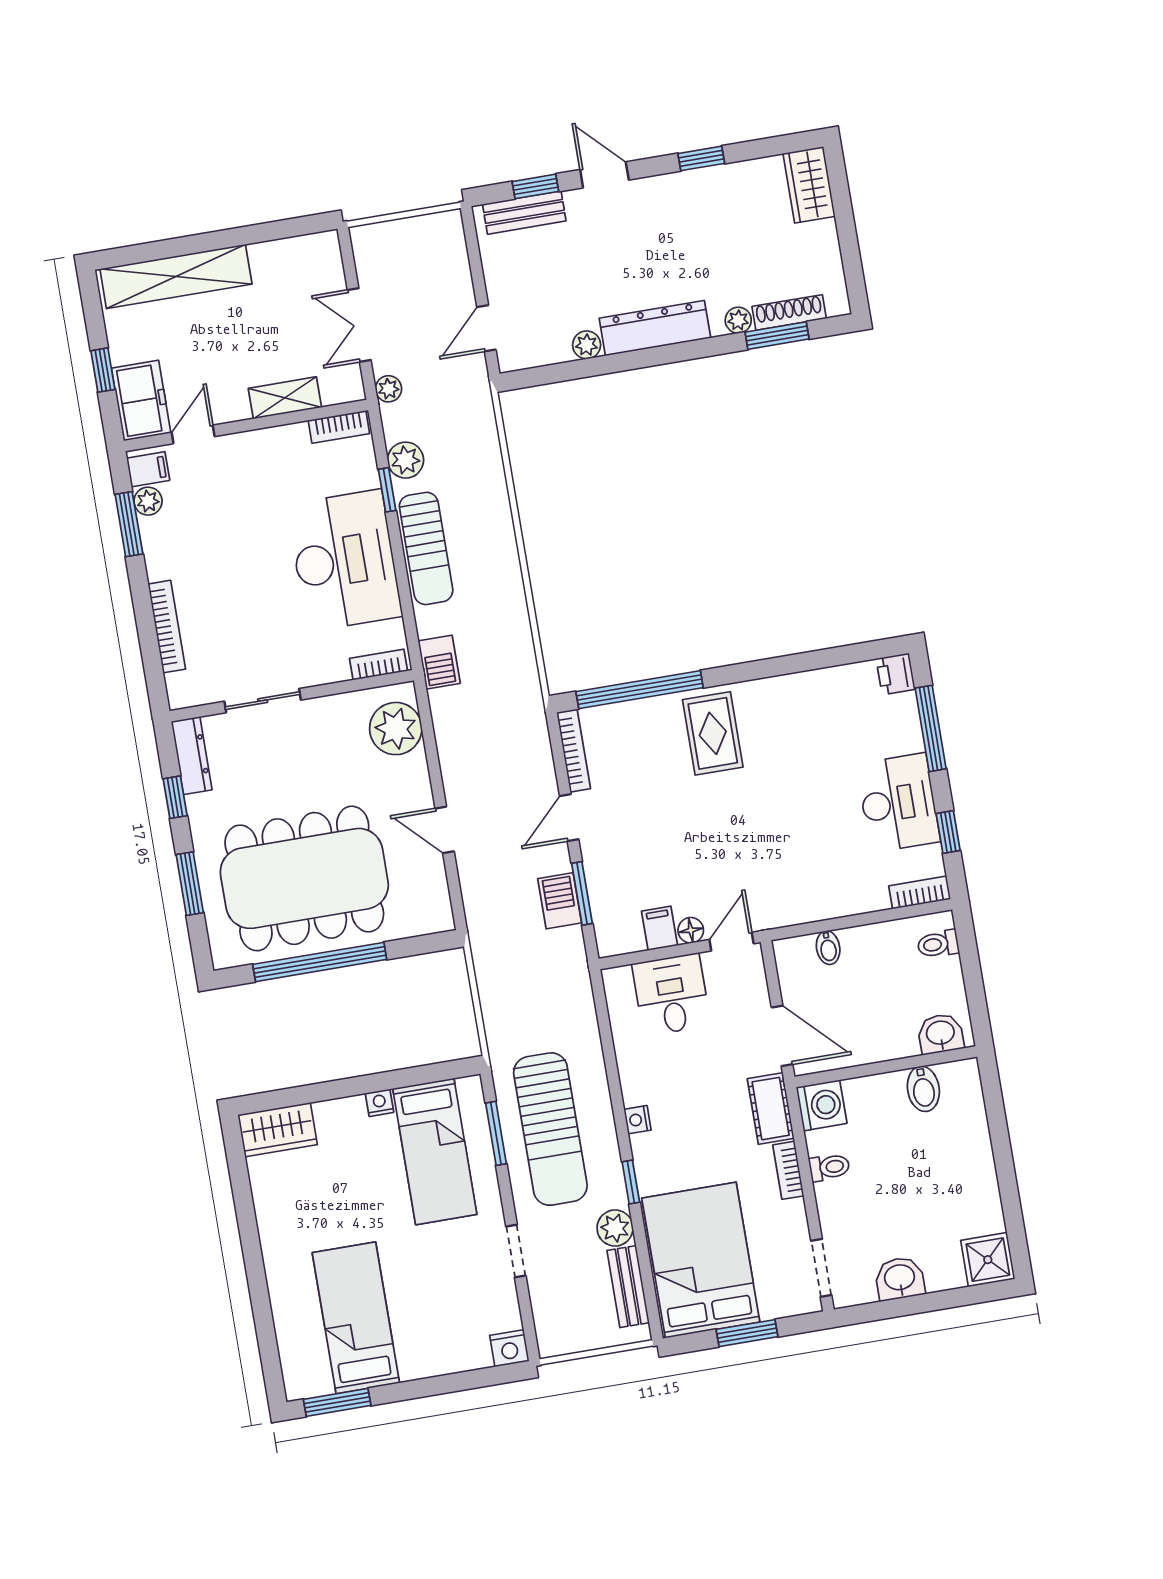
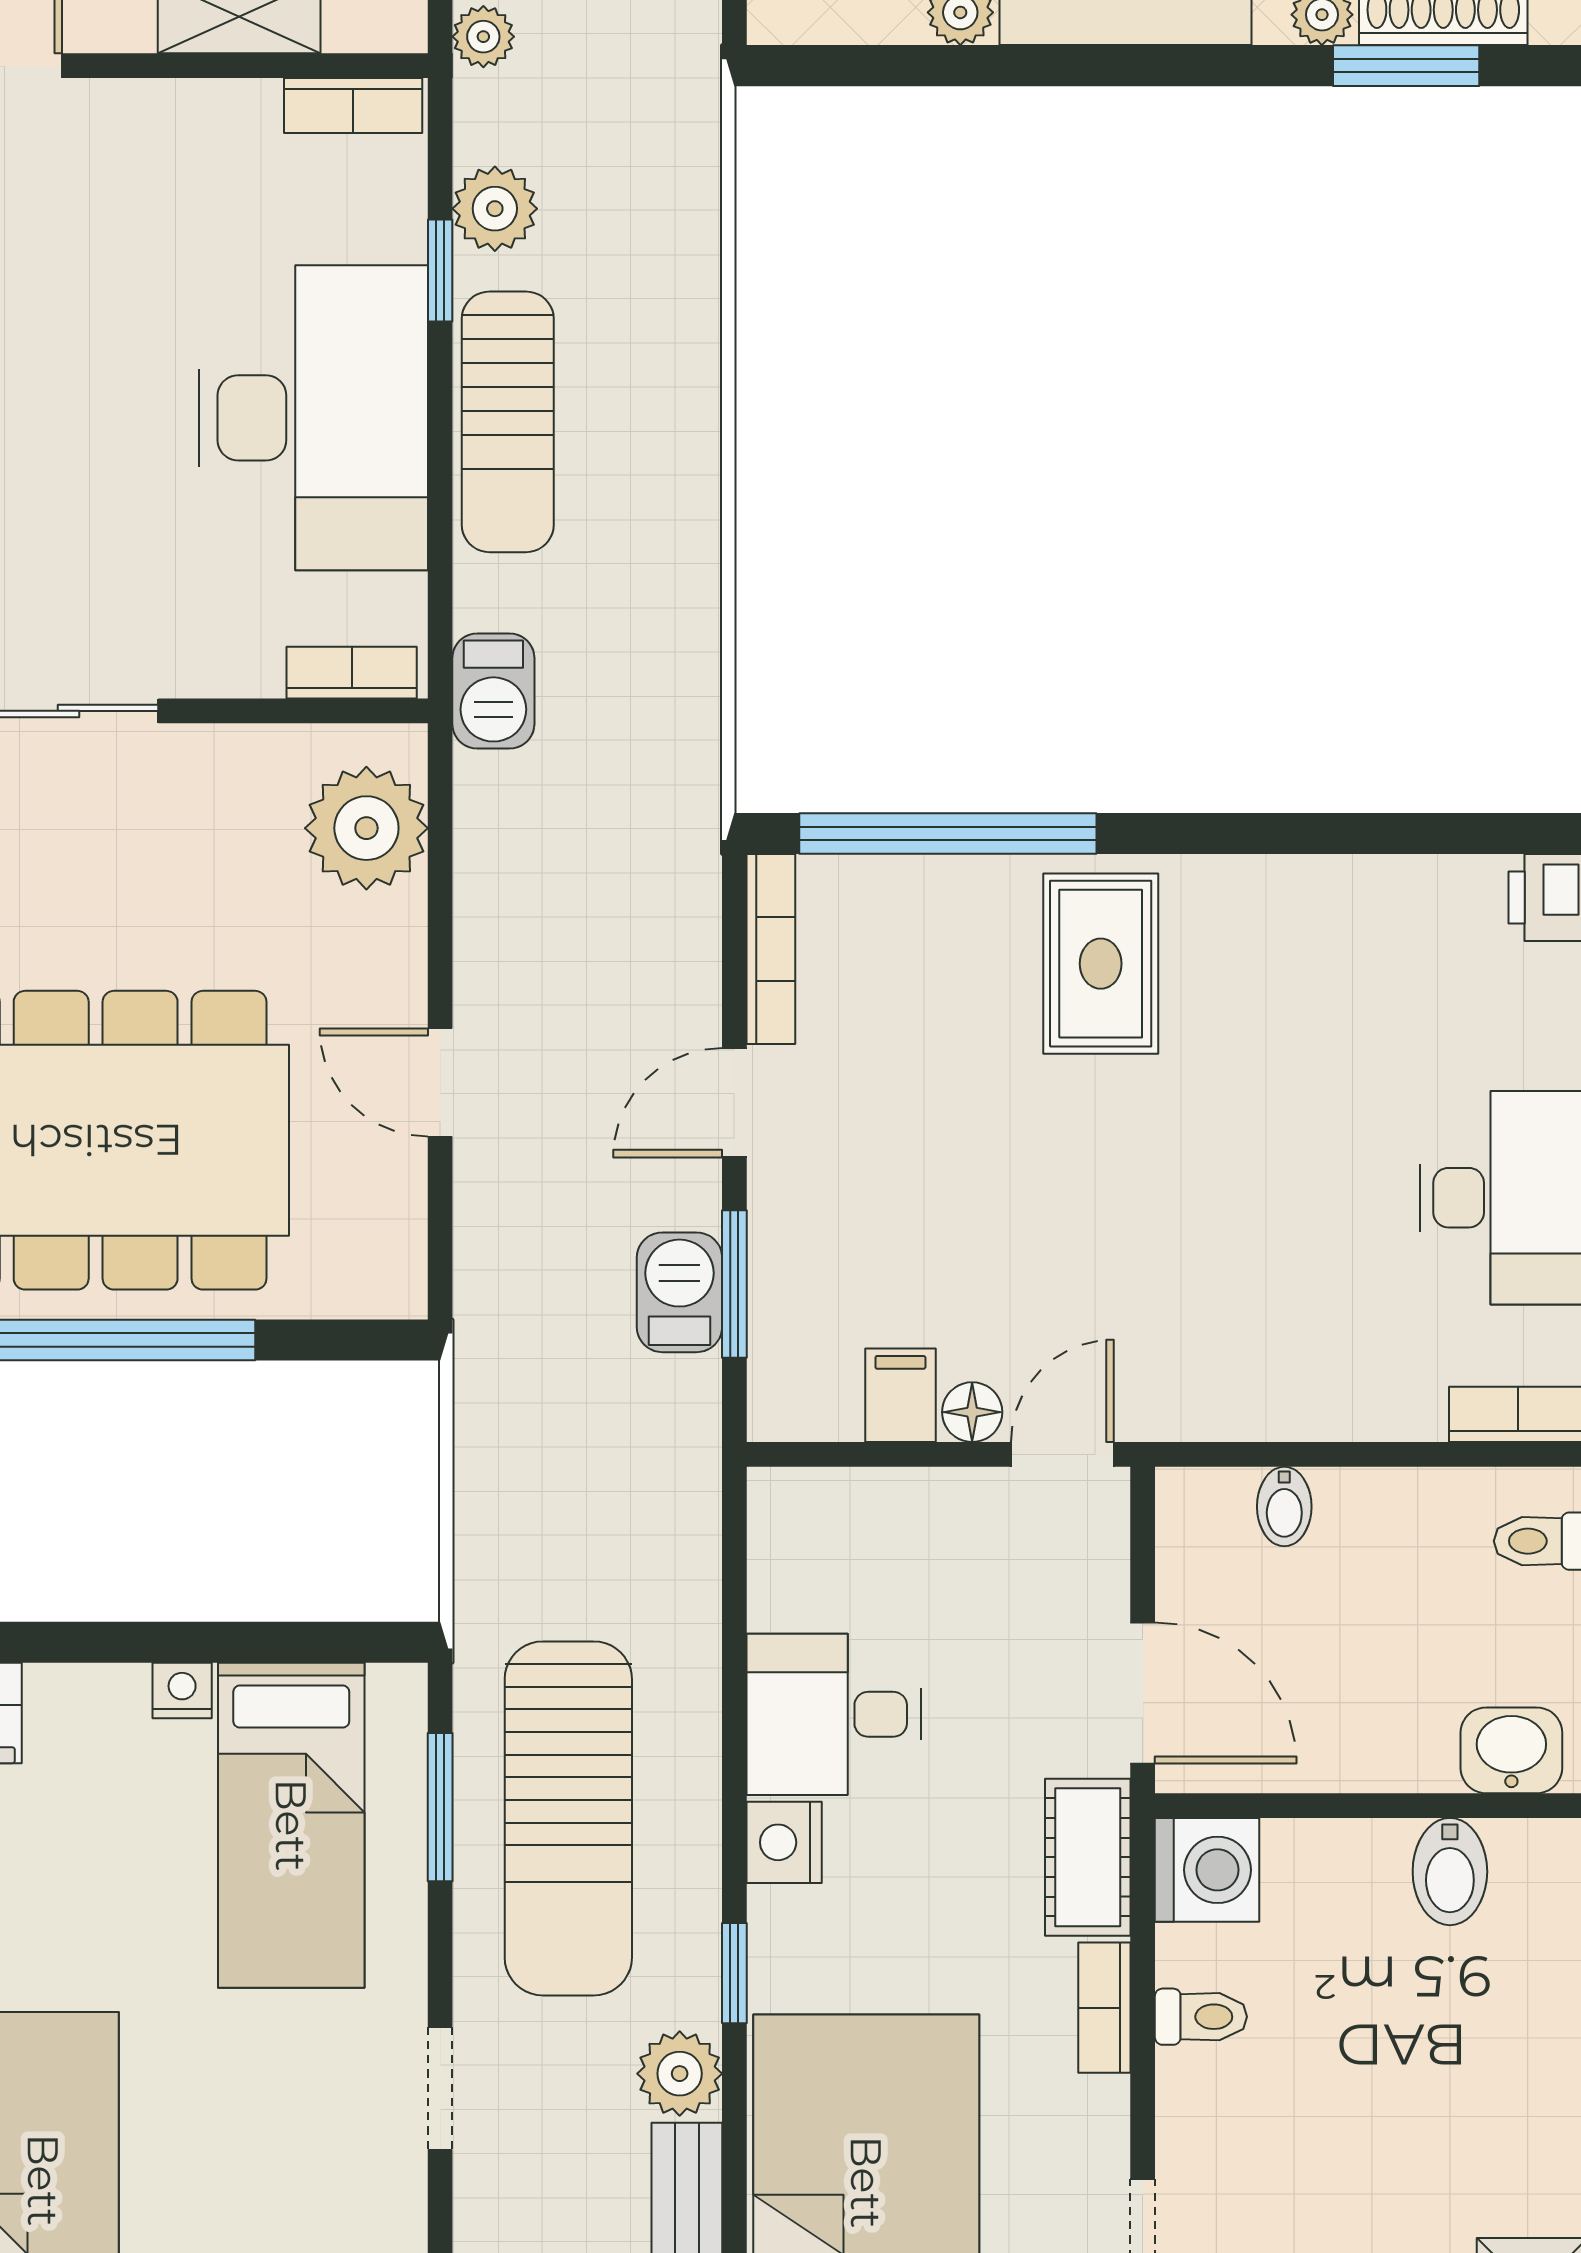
desk: (671, 995) -> (834, 1714), moved, turned -90
nightstand: (637, 1120) -> (784, 1842), width x1.39, depth x1.35

